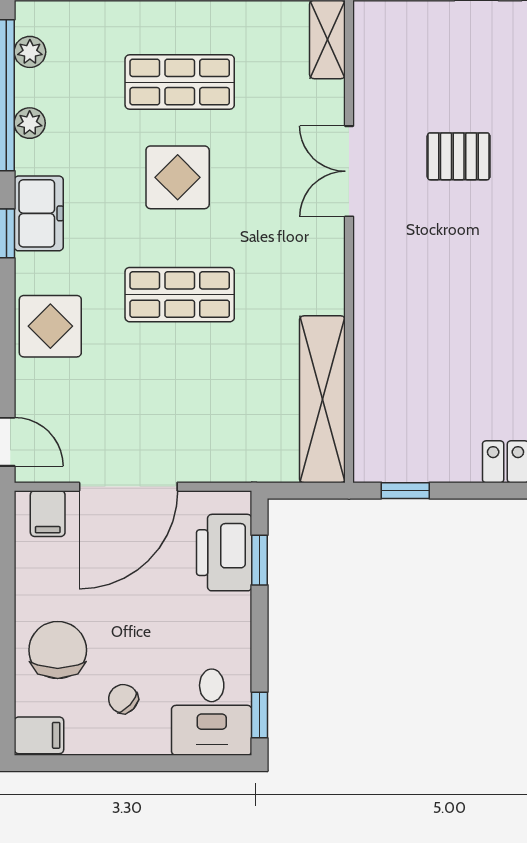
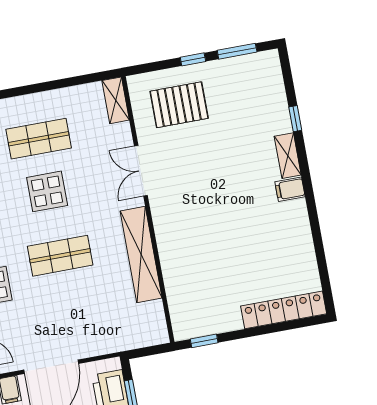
pallet: (459, 156) -> (179, 105), moved, width x1.50, depth x1.42
shelving: (322, 399) -> (141, 254), moved

